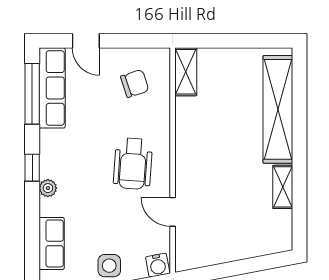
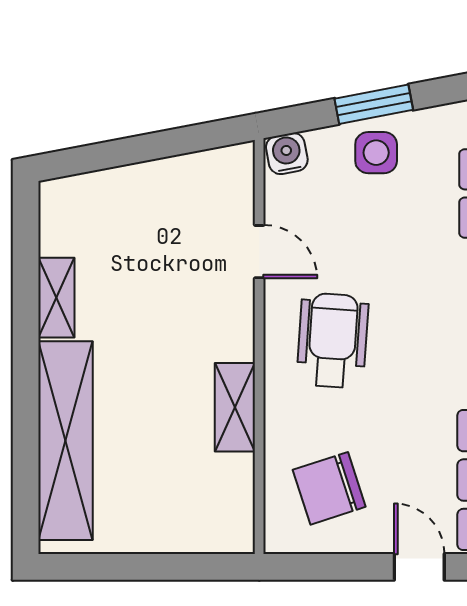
shelving: (186, 72) -> (235, 407), moved
chair: (135, 83) -> (329, 488), width x1.37, depth x1.37

